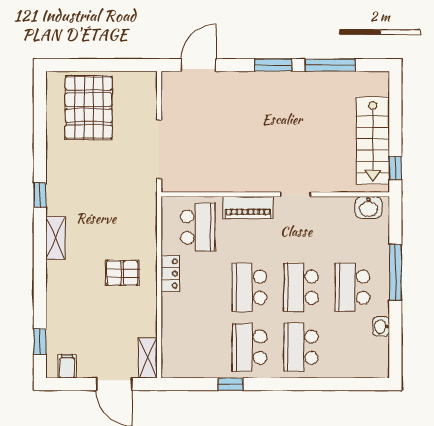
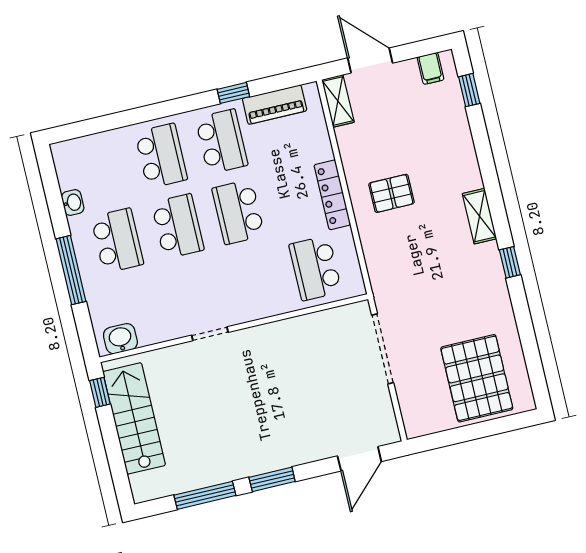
piano: (248, 208) -> (275, 105), moved, turned 180
locker: (170, 274) -> (332, 195), width x1.53
school desk: (249, 287) -> (238, 212), turned 180

